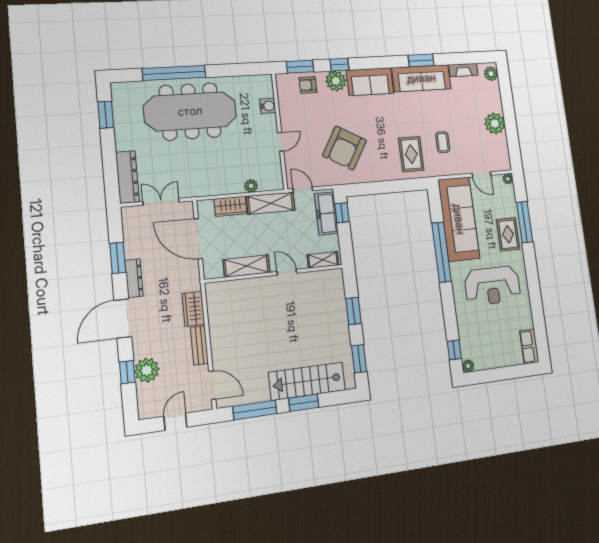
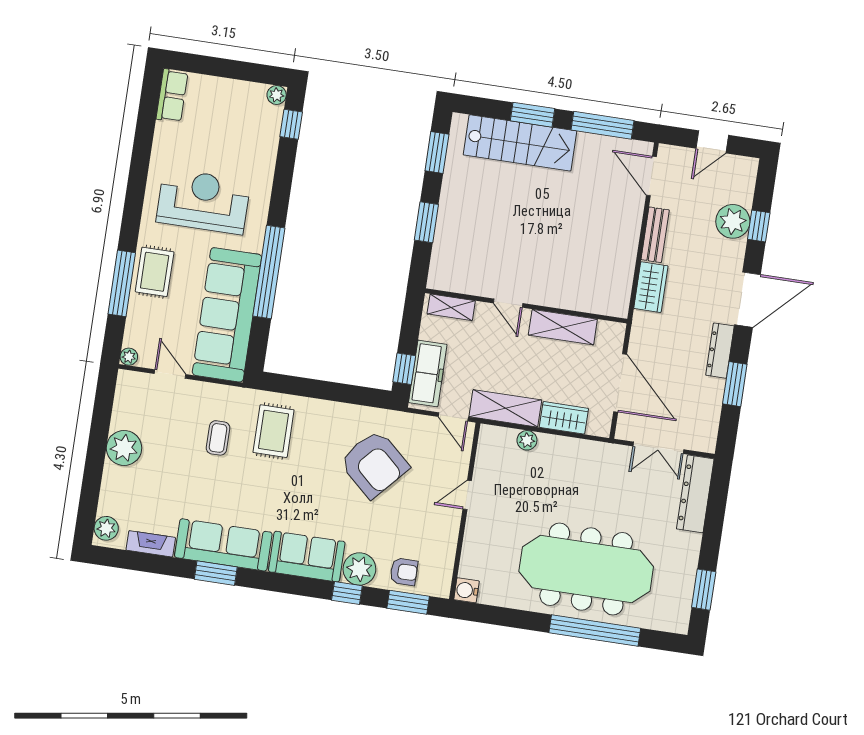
water cooler: (268, 106) -> (466, 590), moved
armchair: (344, 148) -> (374, 464), turned 102

